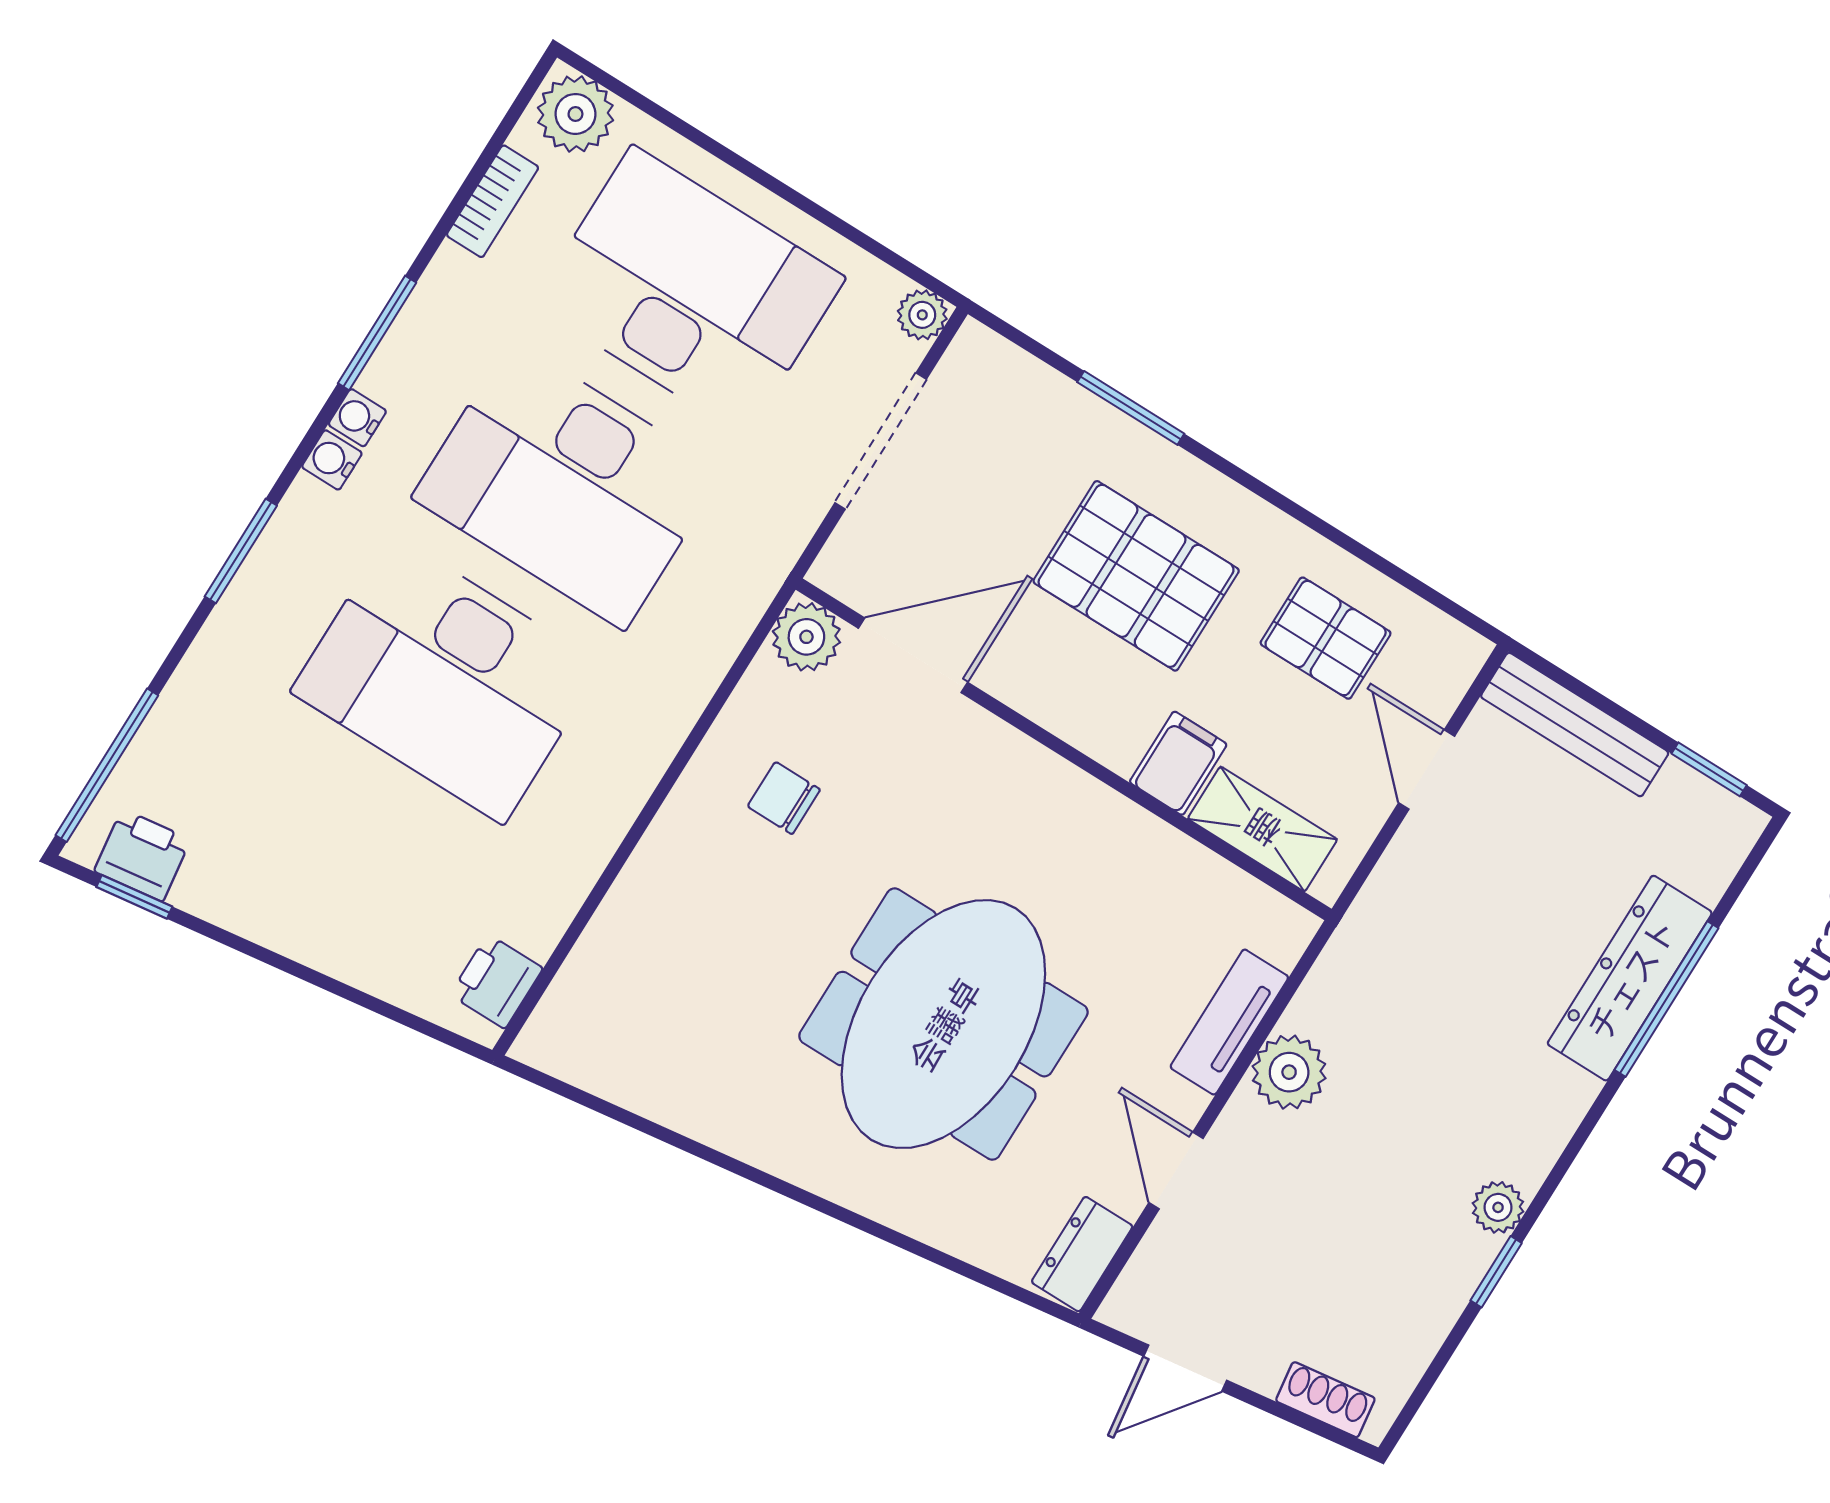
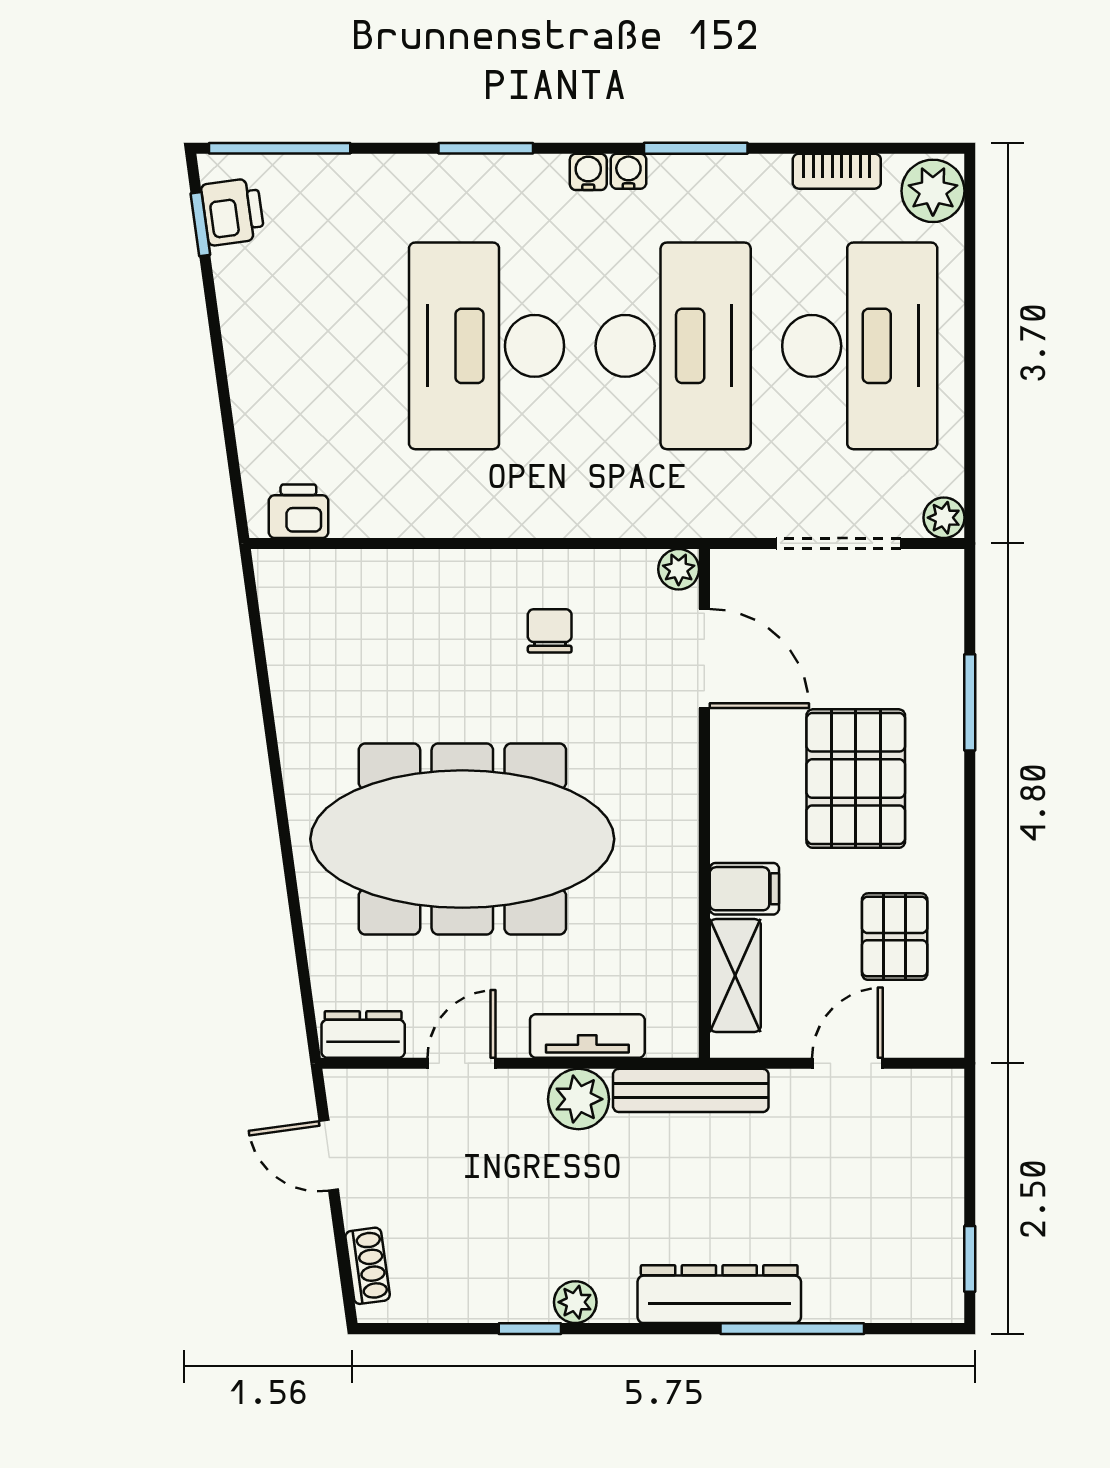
desk: (568, 485) -> (673, 346), turned 180
plant: (806, 637) -> (679, 569), width x0.73, depth x0.73
bench: (1575, 725) -> (691, 1090), moved, turned 90
dresser: (1630, 978) -> (719, 1294), moved
meeting table: (943, 1024) -> (462, 839), width x1.36

